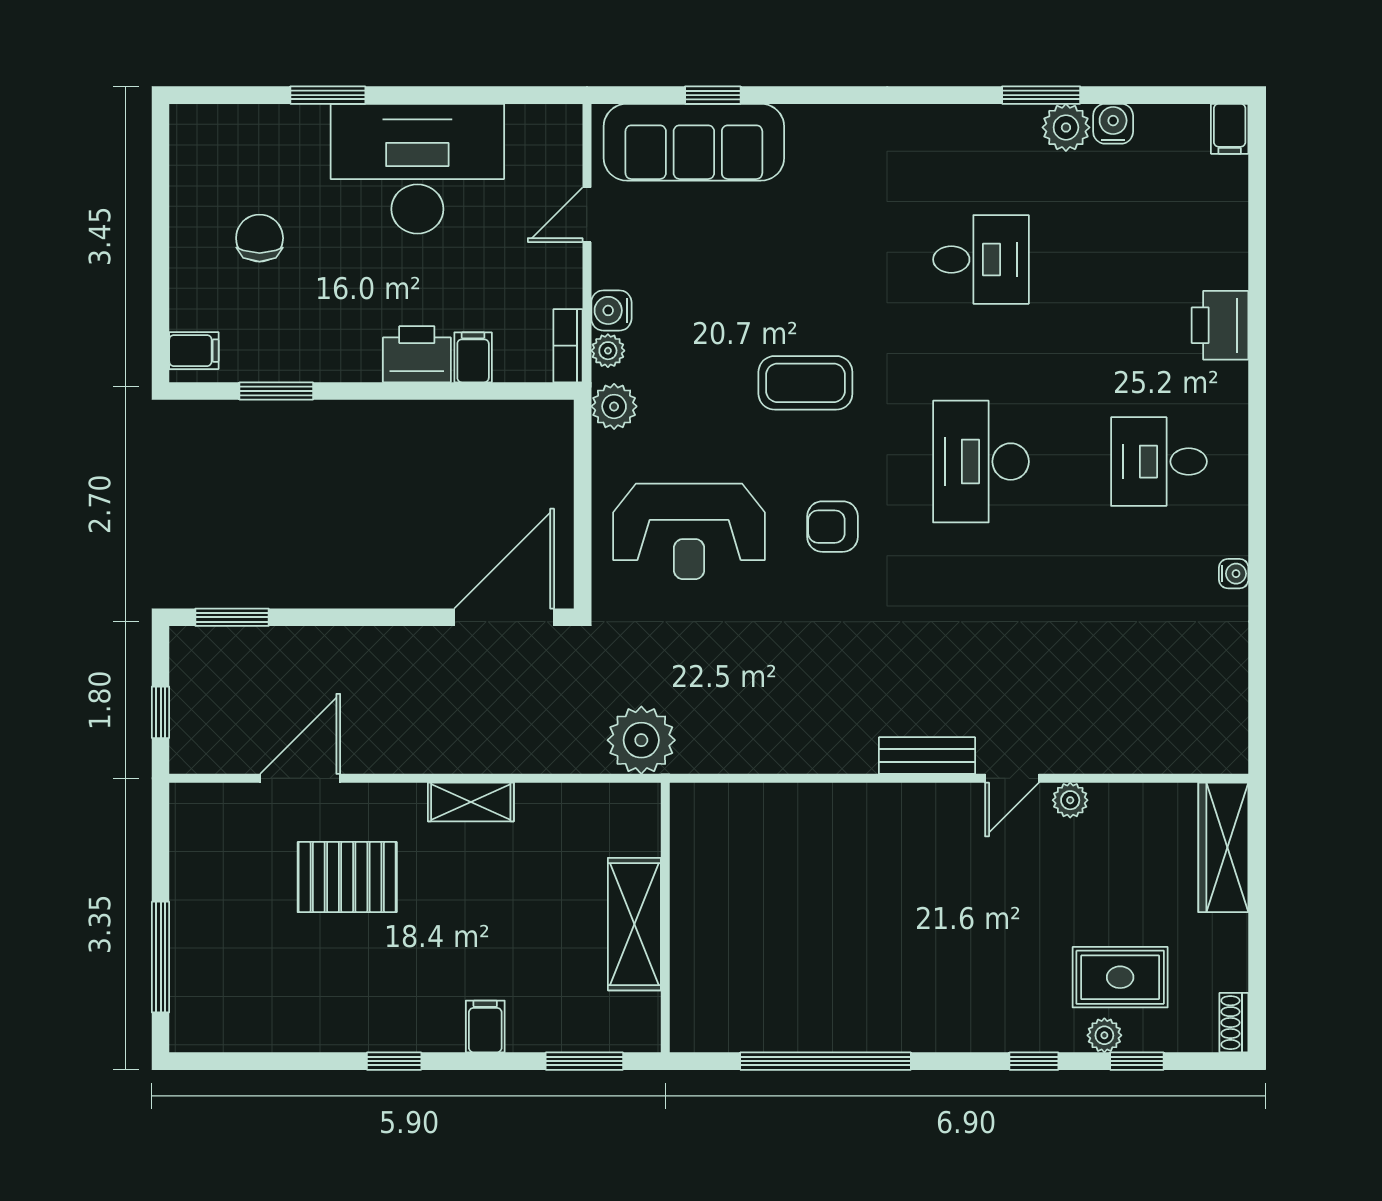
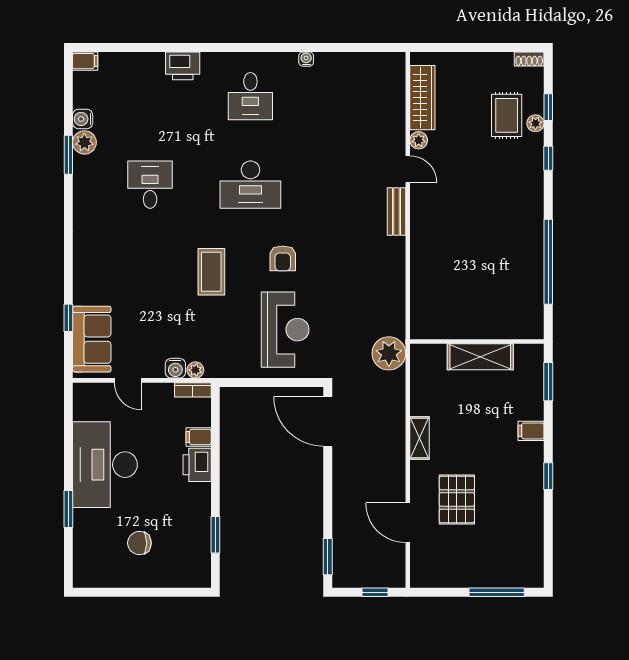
sofa: (694, 142) -> (92, 339), width x0.73
filing cabinet: (194, 351) -> (195, 576), removed
plant: (614, 406) -> (223, 367), removed
wardrobe: (1223, 847) -> (422, 98), moved, turned -90

